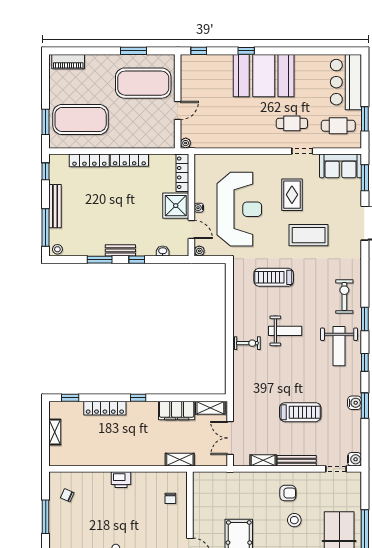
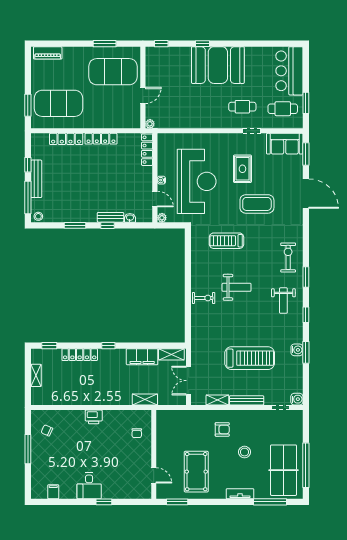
window: (46, 171) -> (28, 165), moved
shower: (176, 206) -> (141, 178), removed
bench: (120, 250) -> (110, 217), moved
weight bench: (339, 346) -> (283, 301), width x0.73, depth x0.75
treadmill: (300, 412) -> (250, 358), width x1.37, depth x1.38
armchair: (288, 493) -> (222, 429), moved

